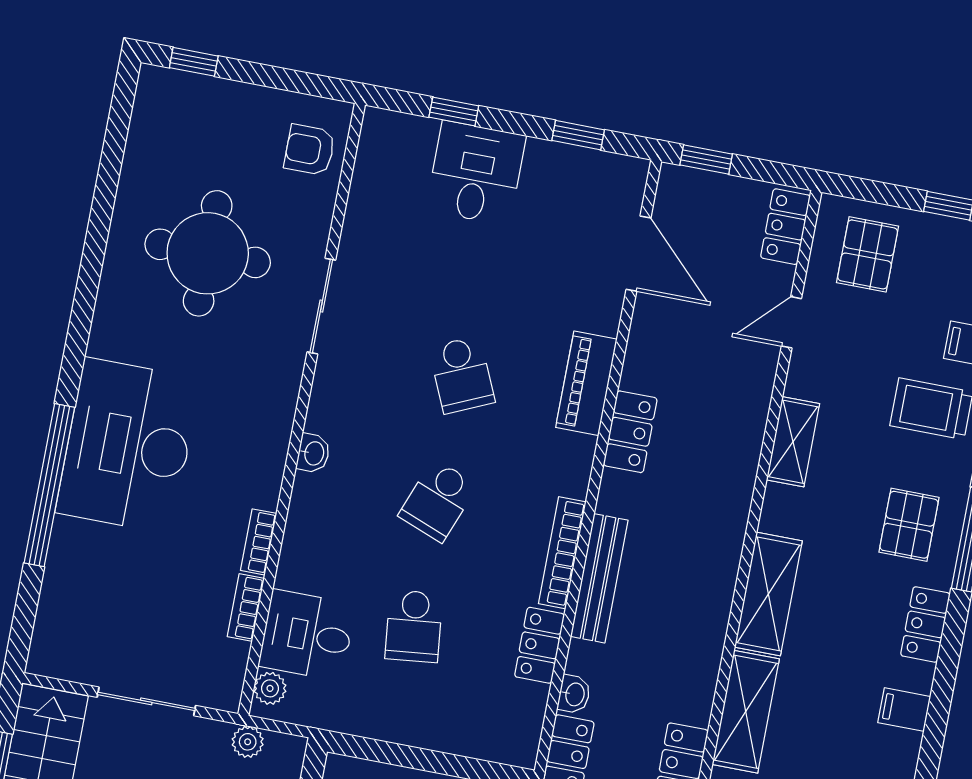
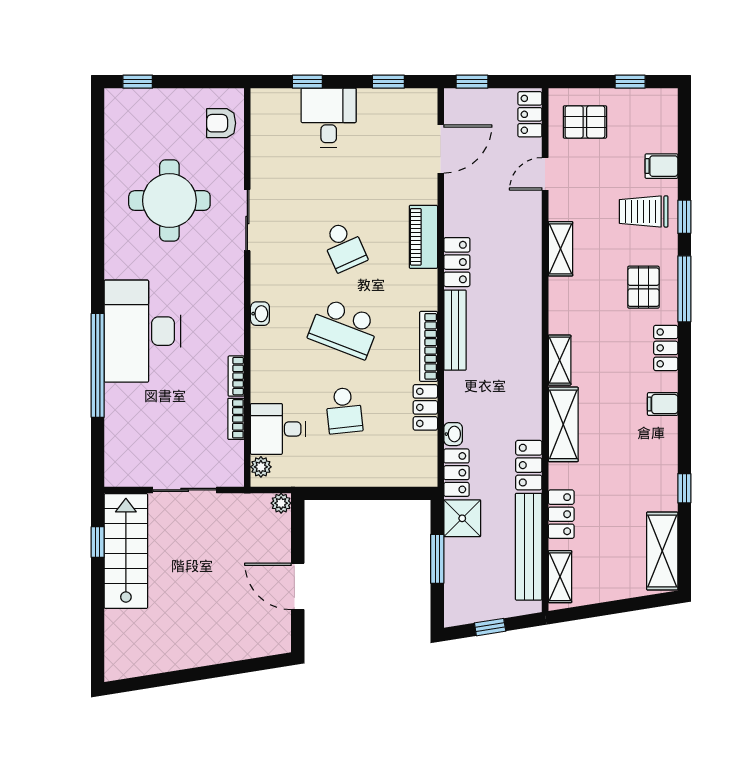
door: (638, 254) -> (441, 149), hinge flipped
pallet: (868, 254) -> (585, 122), turned 90
school desk: (438, 501) -> (344, 328), width x1.85
bench: (599, 578) -> (455, 330), moved
shelving: (768, 594) -> (560, 360), width x0.67, depth x0.75
plant: (248, 742) -> (281, 503), moved

